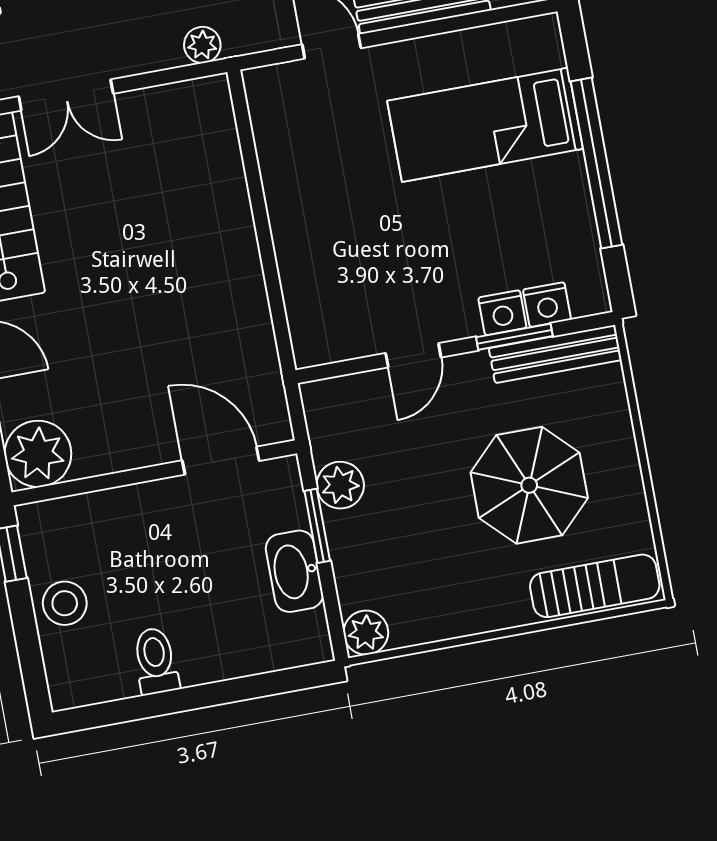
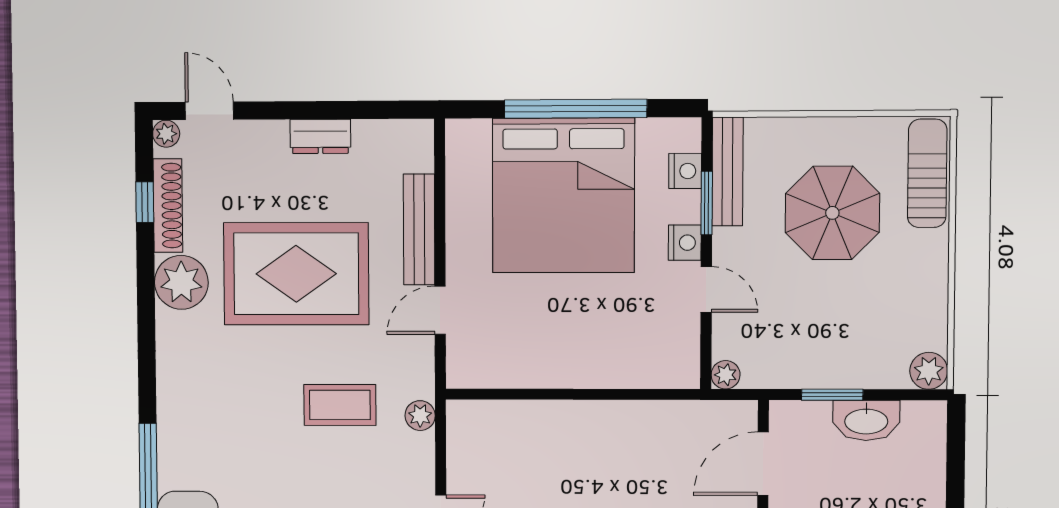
bed: (485, 125) -> (563, 195), width x2.04
nightstand: (502, 313) -> (685, 243), moved
plant: (340, 485) -> (726, 375), moved, width x0.73, depth x0.73

